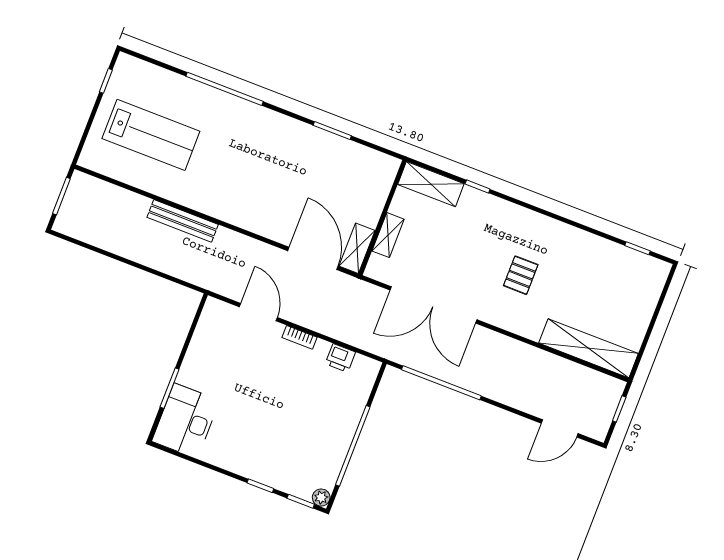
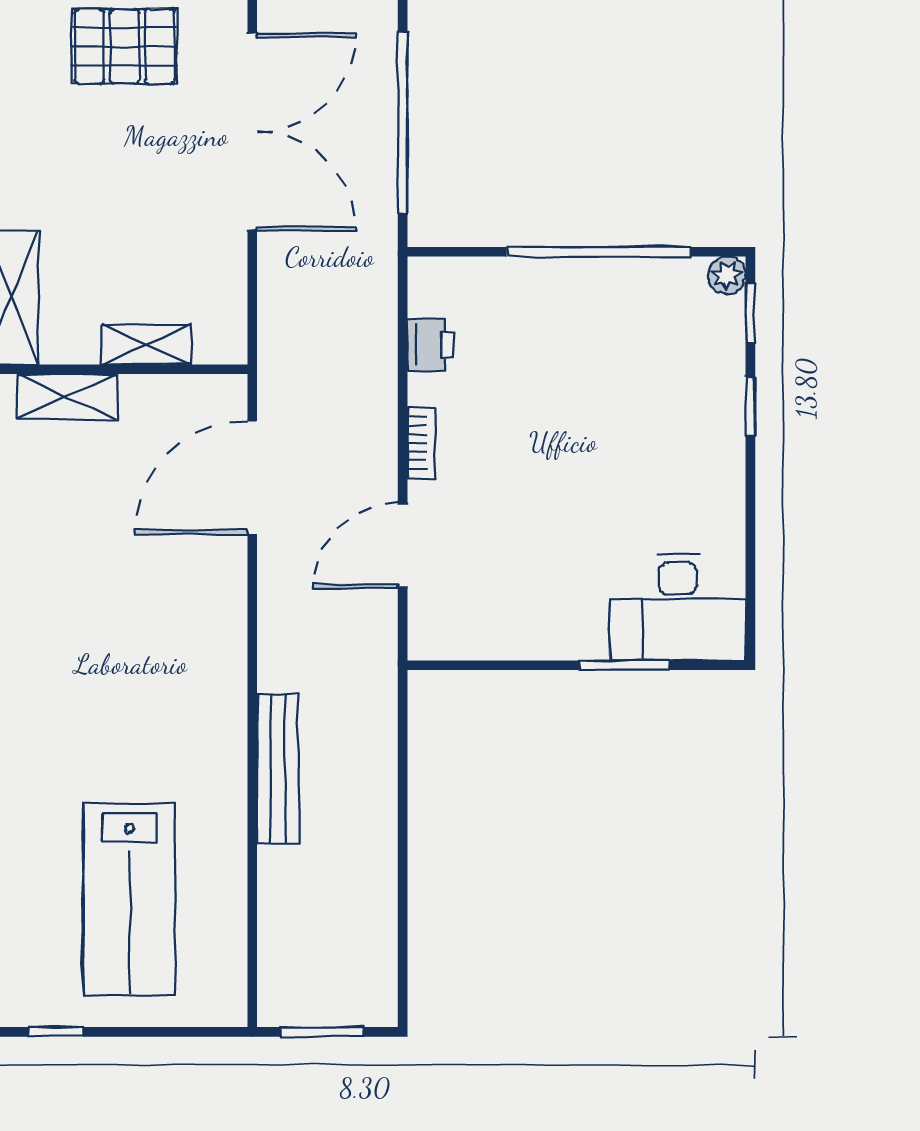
lab bench: (151, 135) -> (129, 899), turned 180
shelving: (357, 248) -> (67, 397), moved
pallet: (521, 275) -> (125, 46), width x1.50, depth x1.42
double door: (433, 305) -> (252, 132), moved

